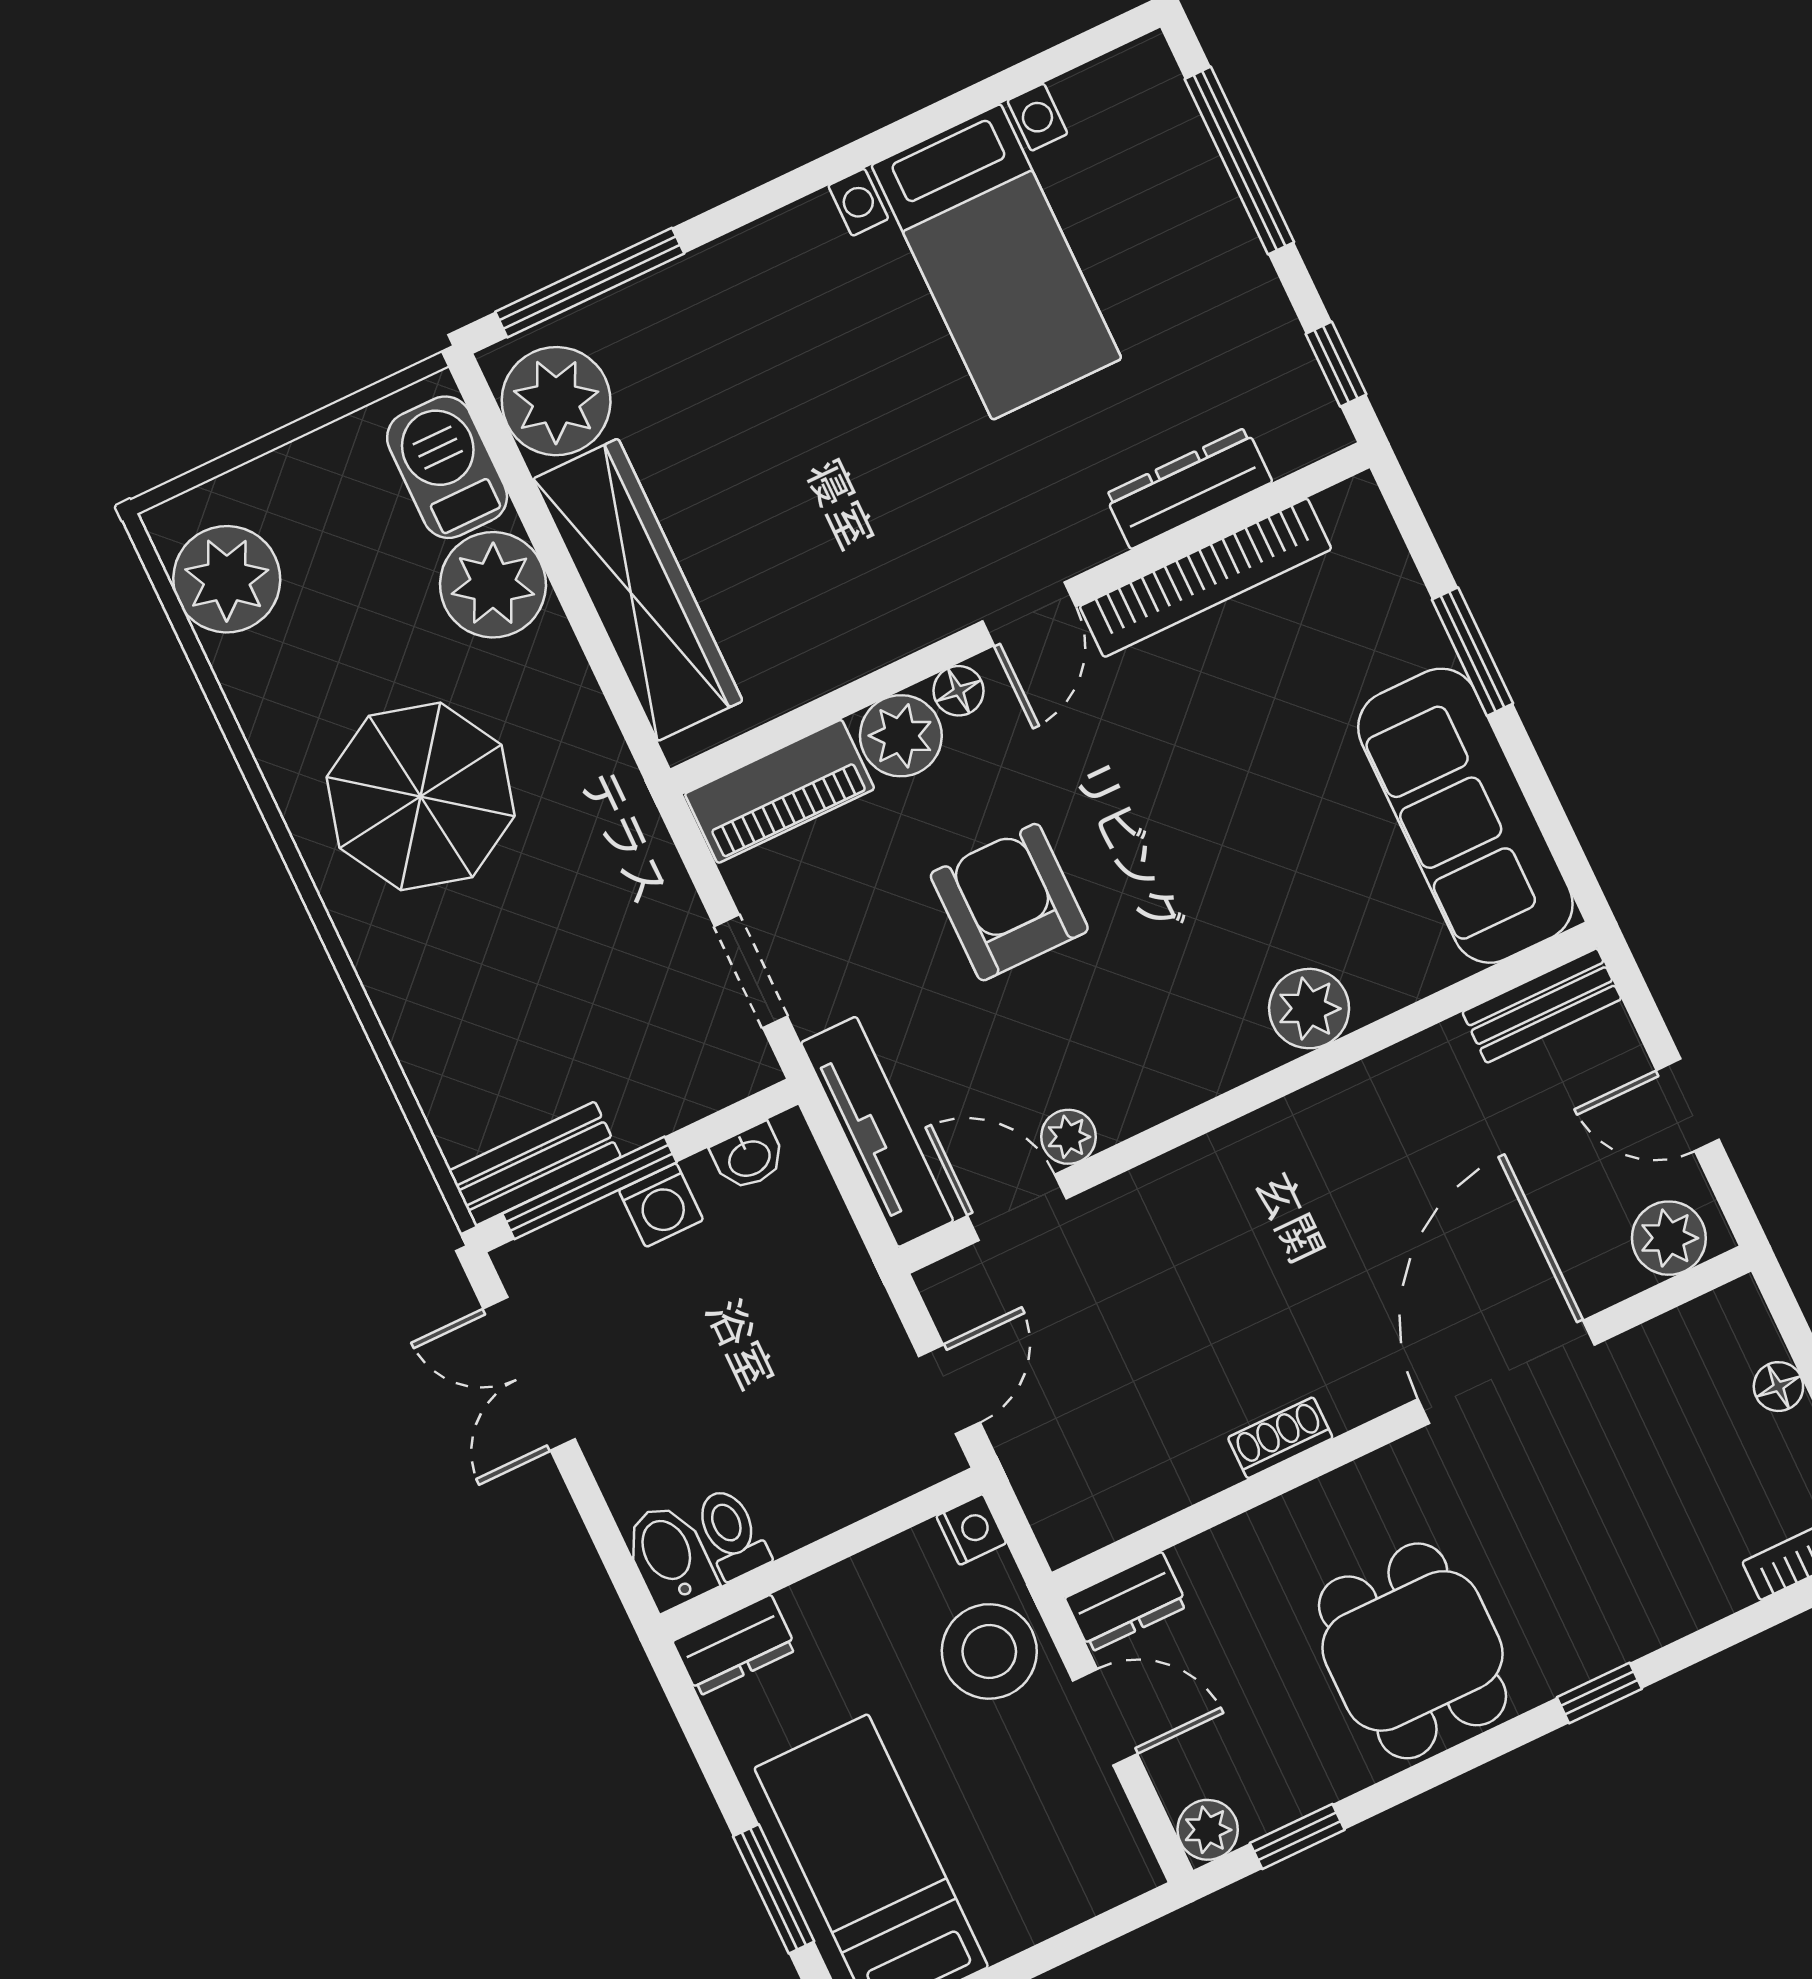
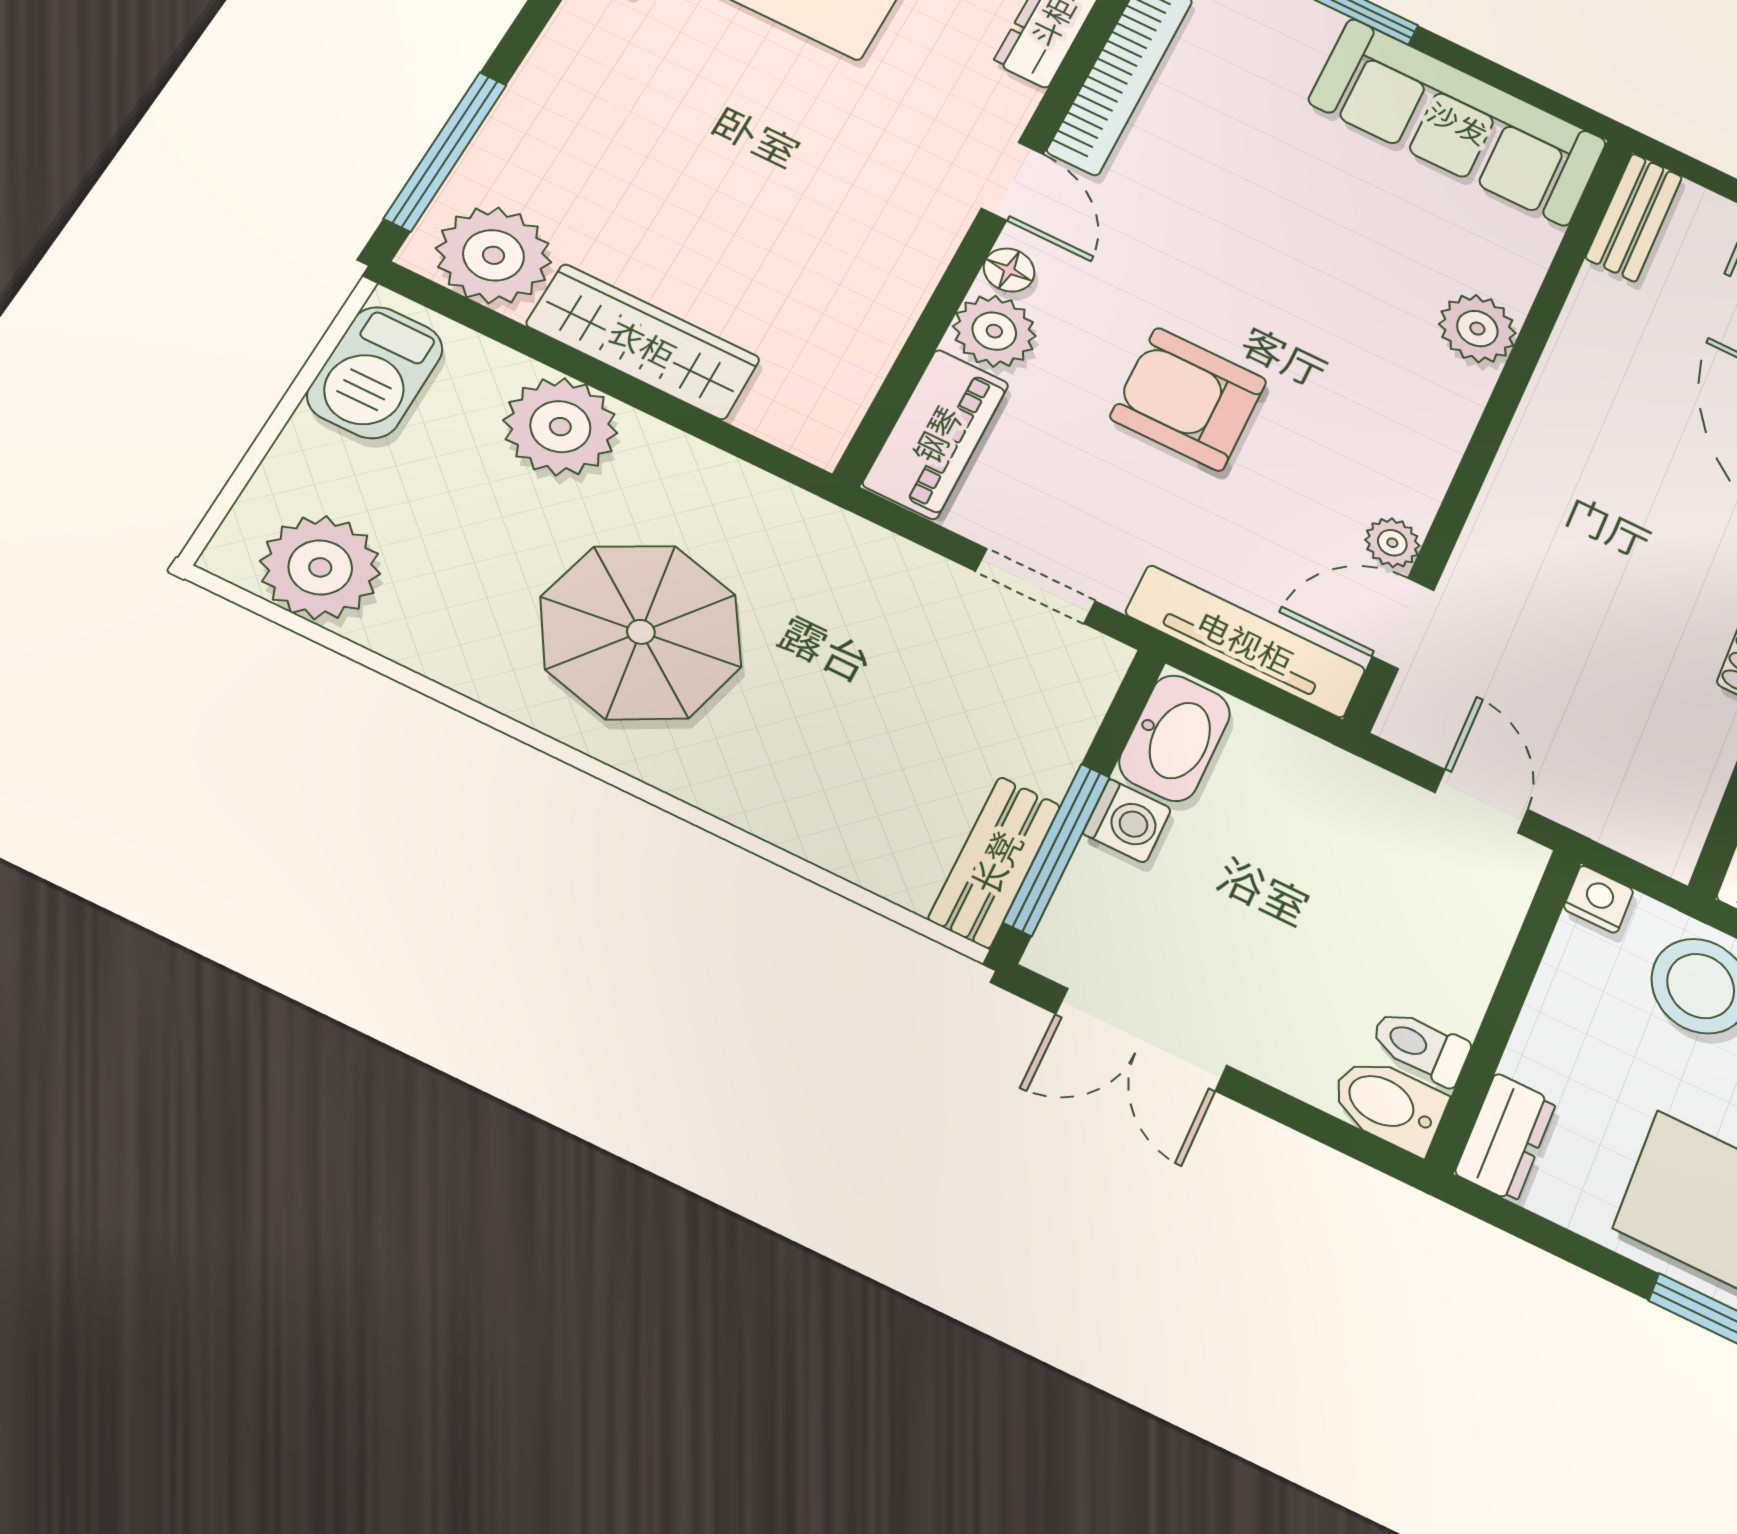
barbecue: (447, 467) -> (375, 372), moved, turned -90
wardrobe: (638, 590) -> (643, 342), width x0.71, depth x0.85
washbasin: (749, 1157) -> (1175, 738), width x1.91, depth x1.45

